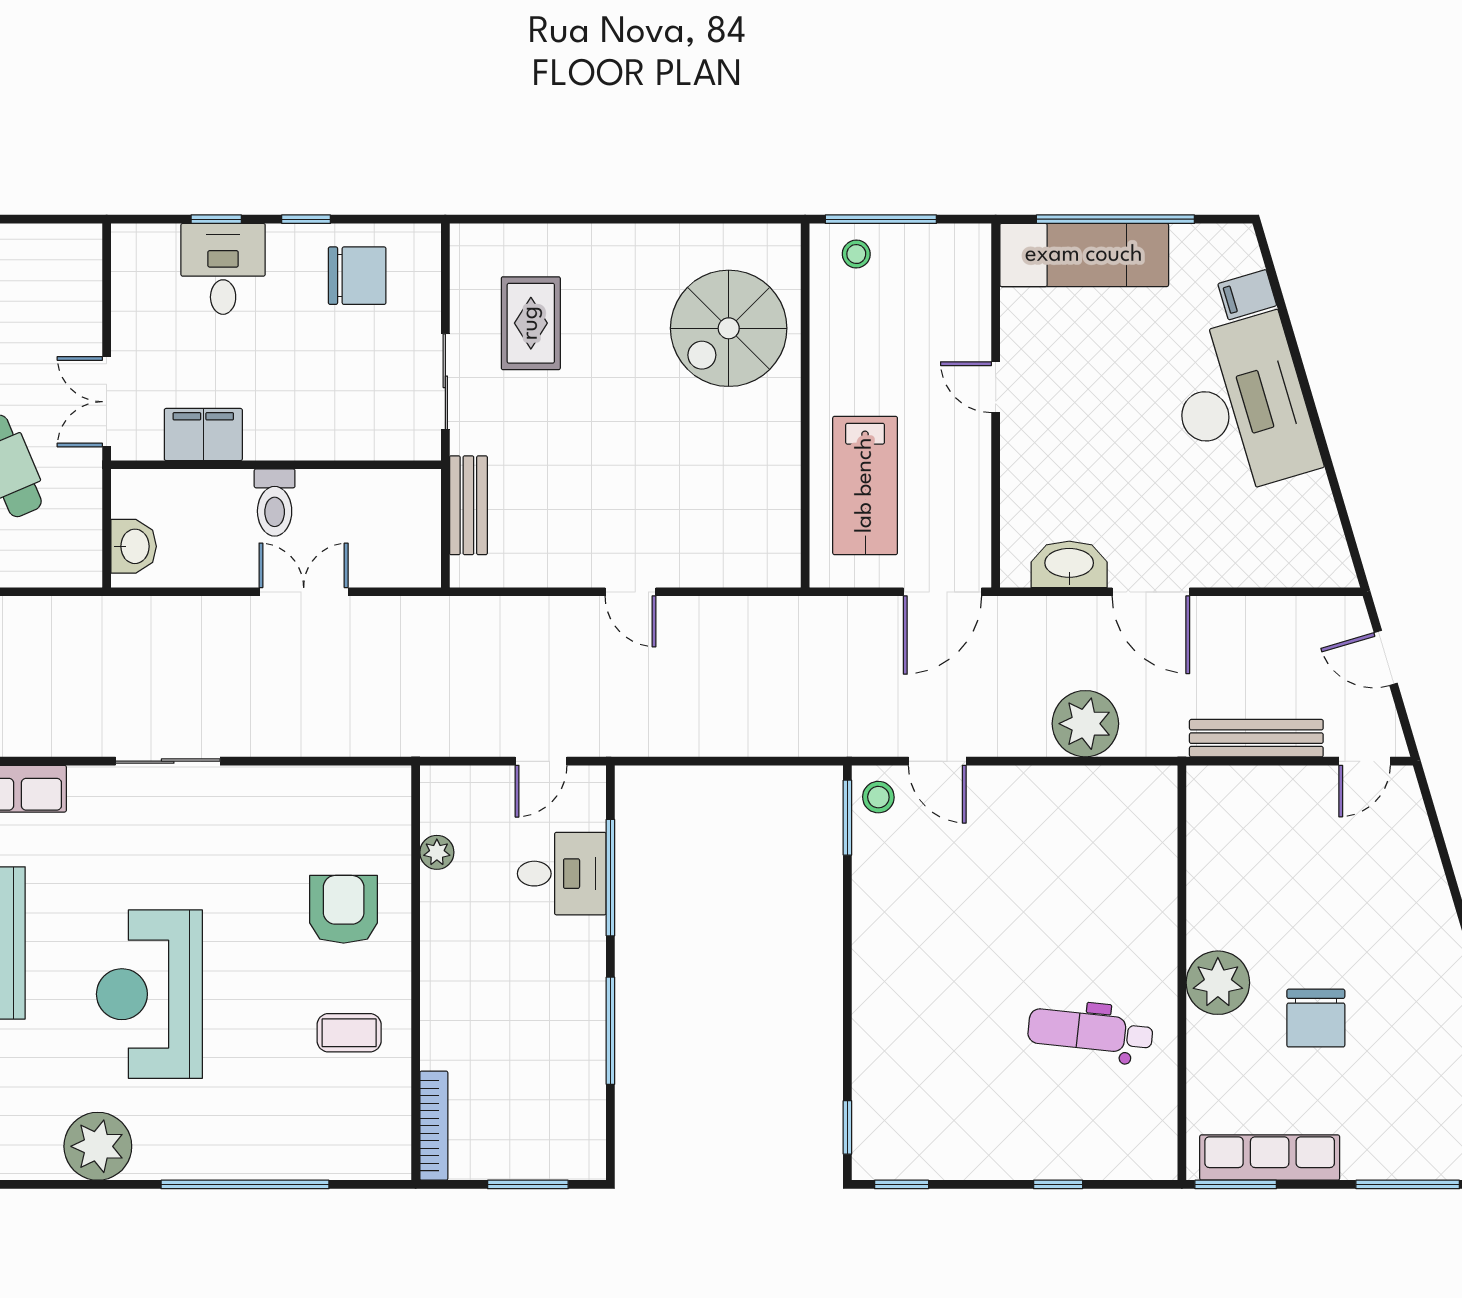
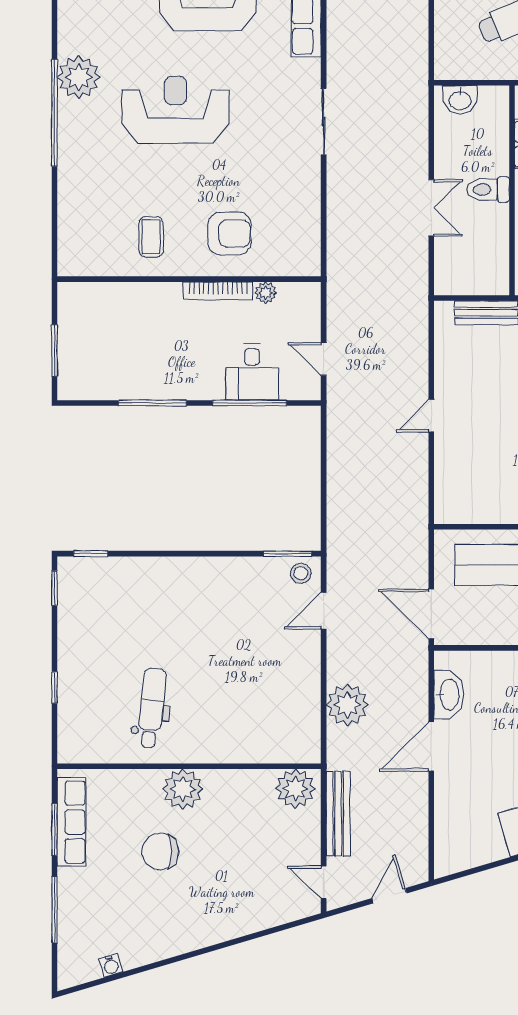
plant: (1217, 805) -> (295, 789), added
bookcase: (434, 1126) -> (218, 291), moved
window: (245, 1184) -> (55, 113), moved
window: (1236, 1184) -> (55, 830), moved

